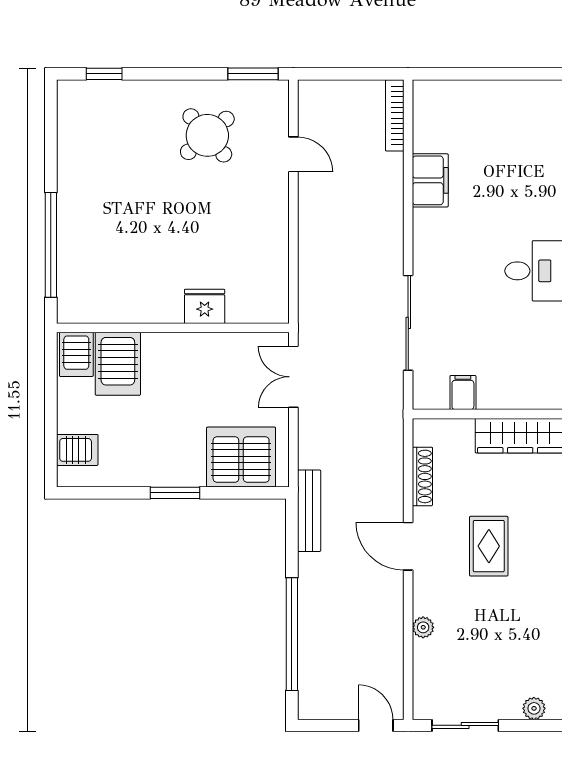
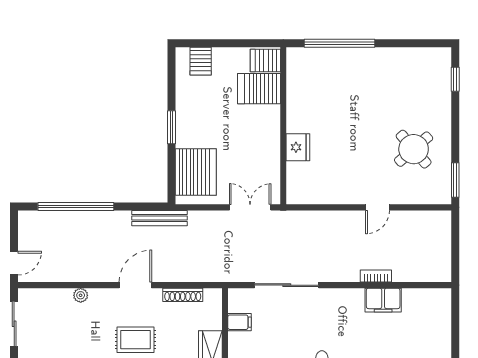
bookcase: (395, 115) -> (376, 276), moved, width x0.64
door: (293, 154) -> (377, 207), moved

